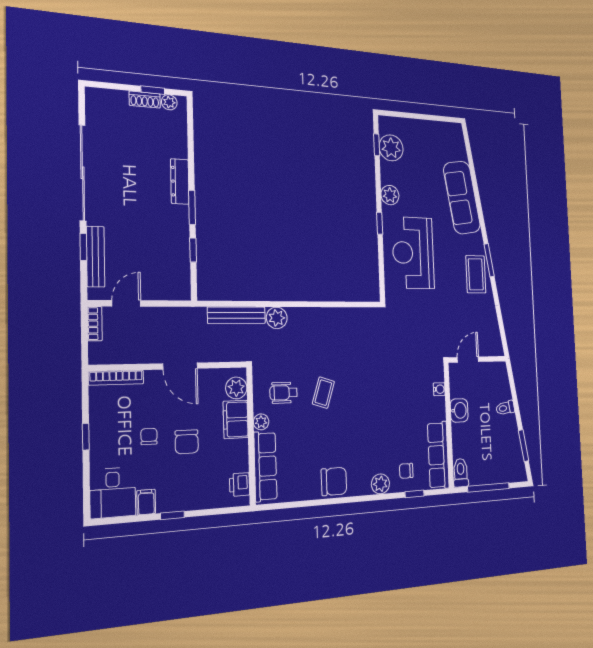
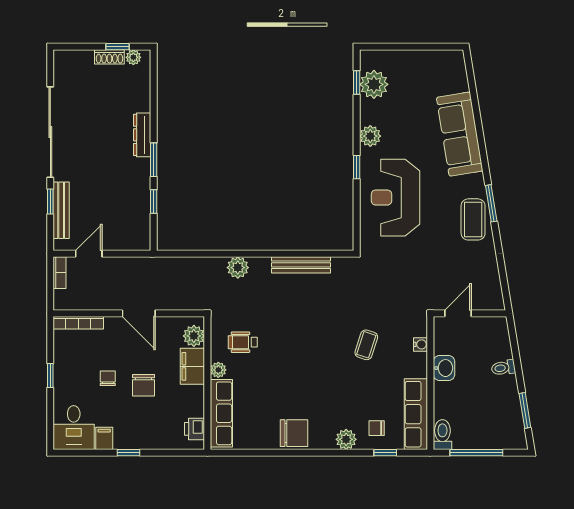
bench: (236, 315) -> (301, 265), moved
coffee table: (323, 393) -> (366, 345), moved

